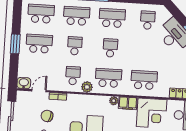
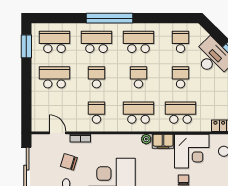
window: (15, 44) -> (26, 46), moved
school desk: (146, 50) -> (181, 77), added
washbasin: (24, 83) -> (39, 125), removed
plant: (87, 87) -> (114, 125), removed
door: (39, 91) -> (58, 133), hinge flipped

